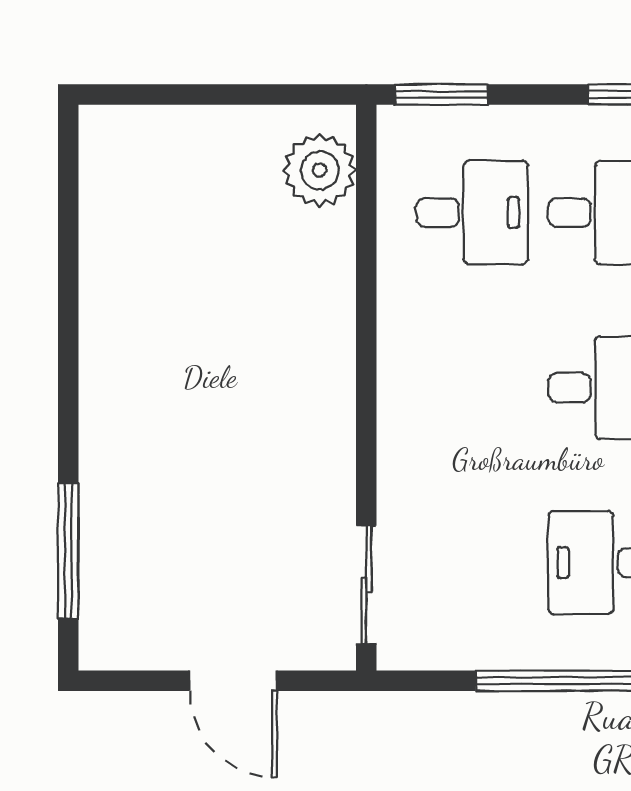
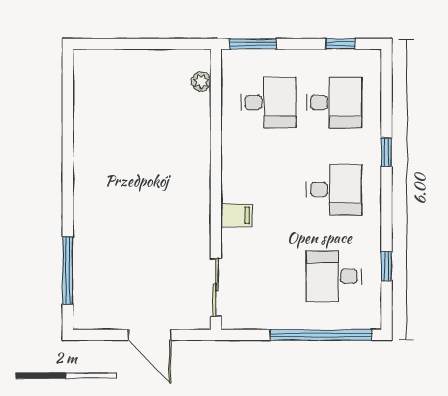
plant: (320, 170) -> (201, 81), width x0.53, depth x0.53
filing cabinet: (408, 440) -> (236, 215), added

